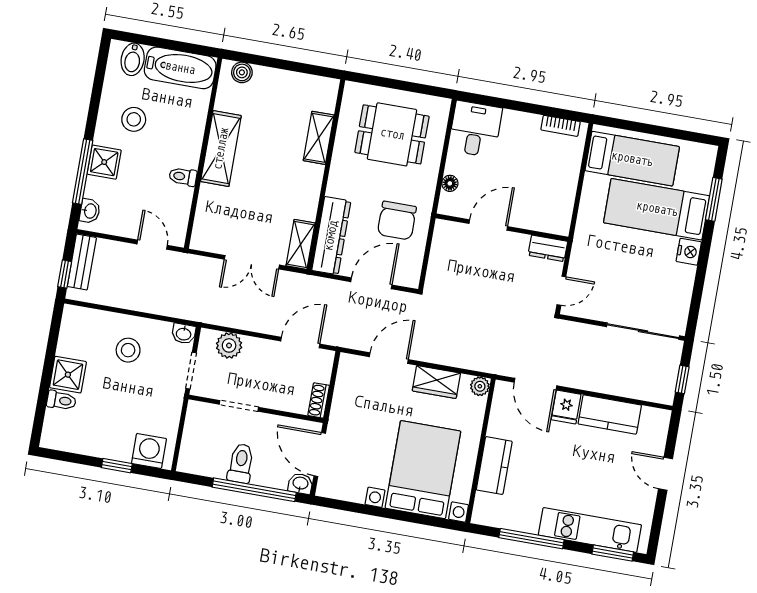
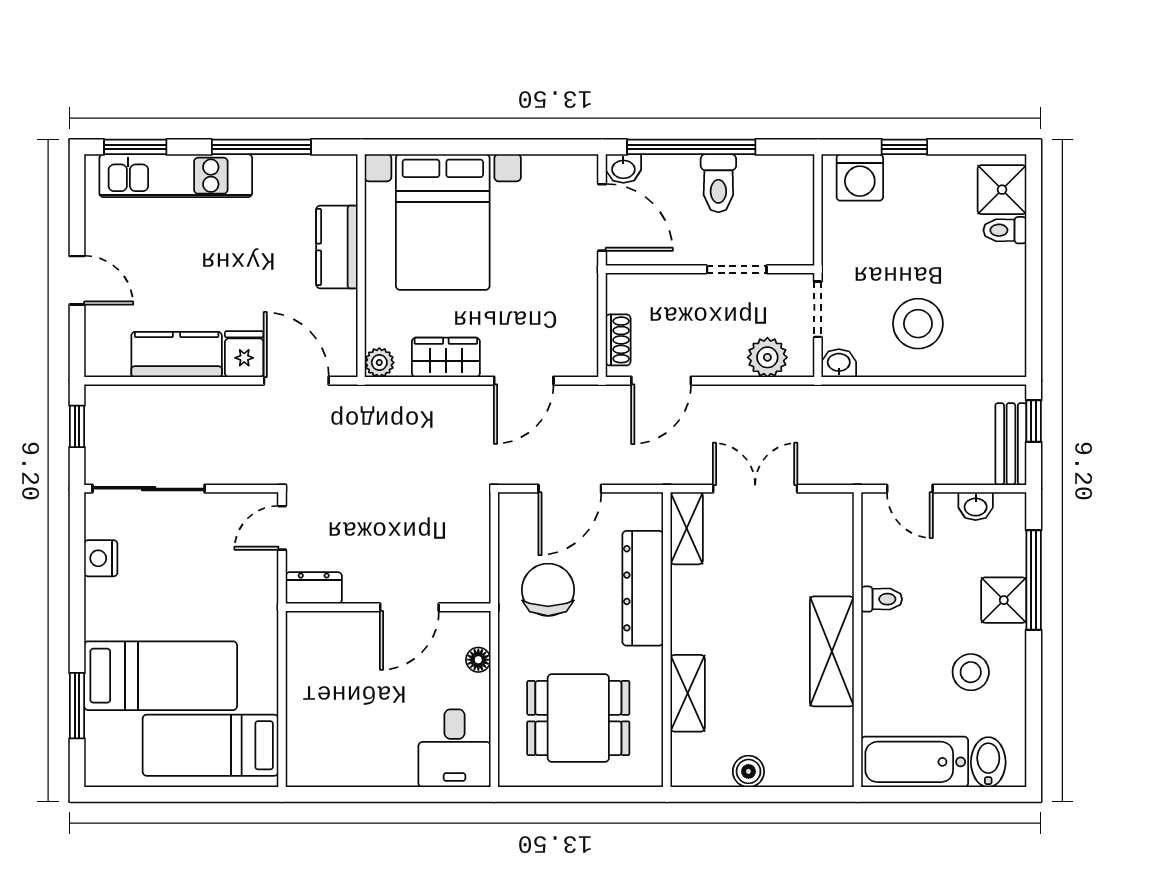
boiler: (242, 72) -> (748, 771), moved
bookcase: (561, 126) -> (327, 776), removed
washbasin: (90, 211) -> (976, 506), moved, turned -90
dresser: (331, 236) -> (643, 588), moved
nightstand: (689, 252) -> (101, 558), moved
stool: (128, 350) -> (918, 324), width x1.38, depth x1.38
shower: (68, 375) -> (1002, 190), moved
shoe rack: (319, 400) -> (618, 340), moved

